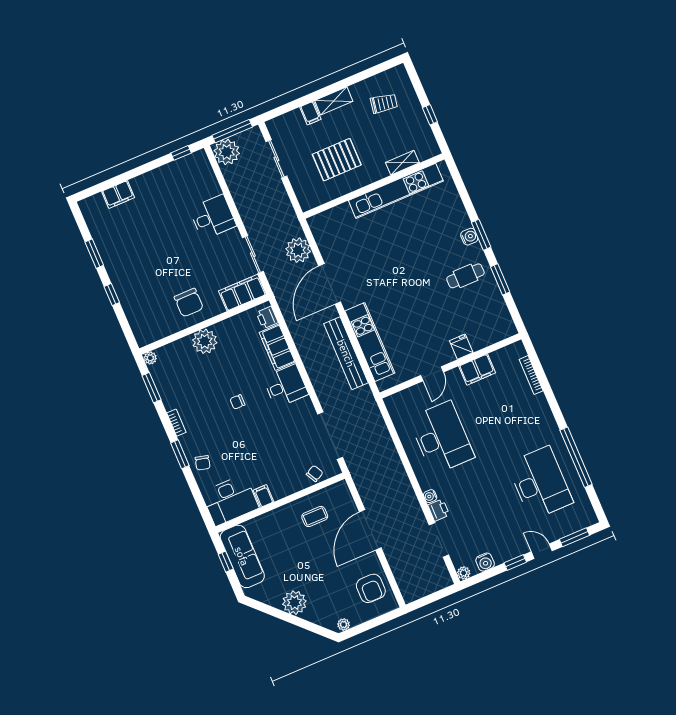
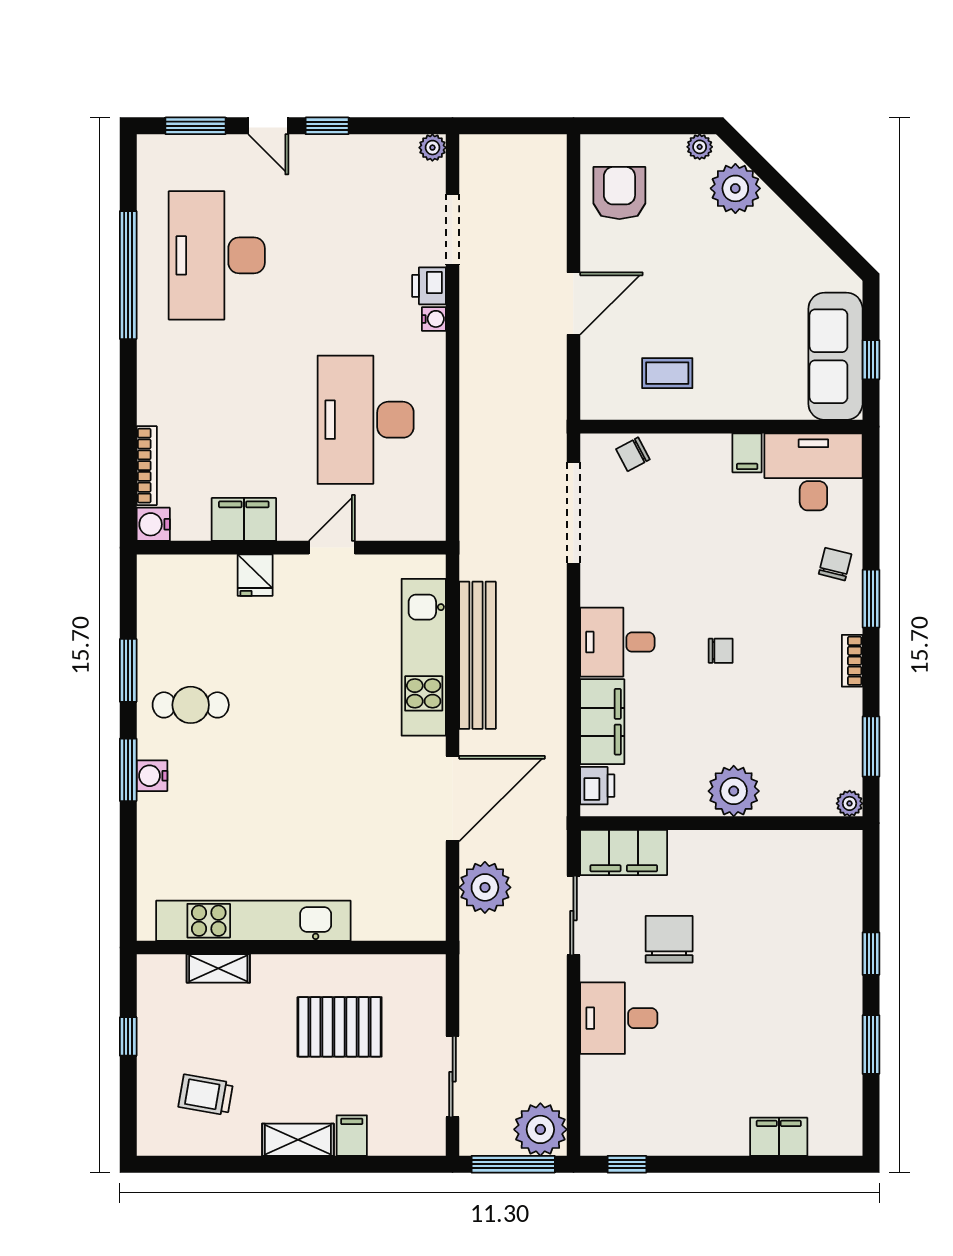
chair: (189, 303) -> (669, 939), moved
door: (370, 530) -> (573, 303), width x0.73
water cooler: (485, 562) -> (153, 524), moved, turned -90
plant: (294, 603) -> (735, 188), moved

